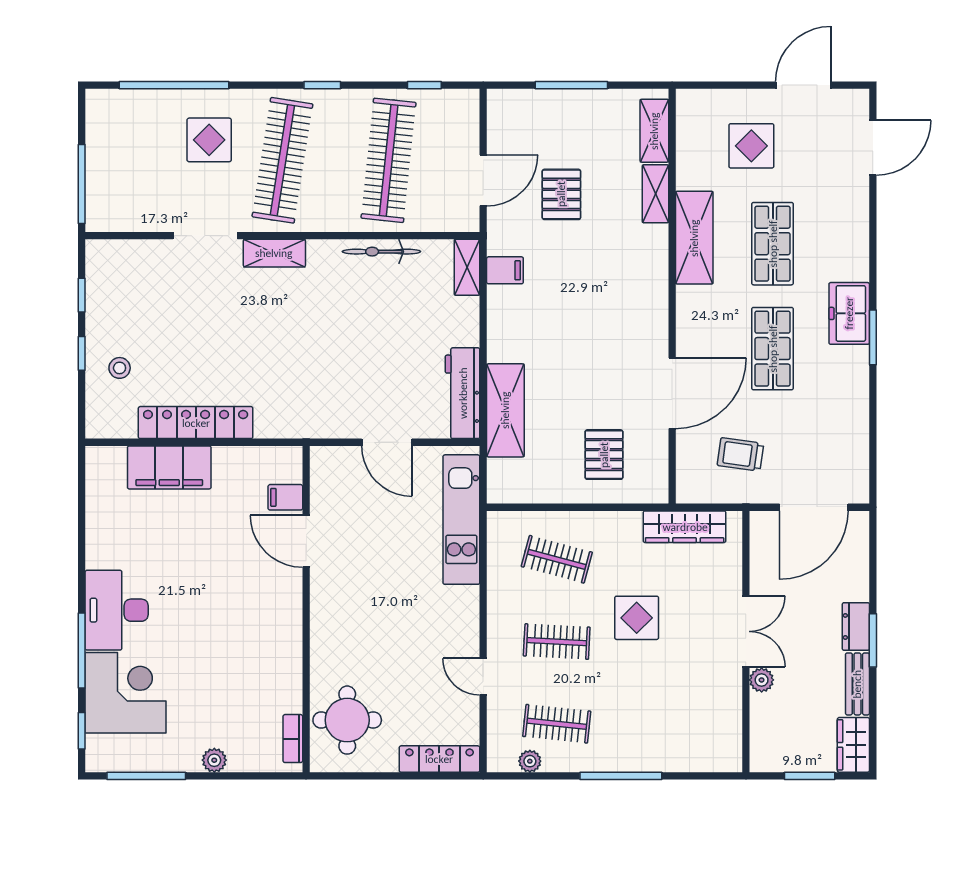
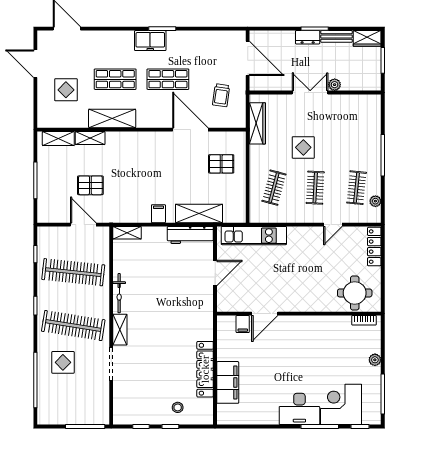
bicycle: (381, 252) -> (119, 293), moved
filing cabinet: (505, 270) -> (158, 214), moved

